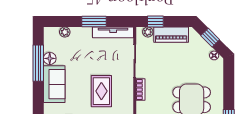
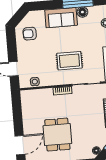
rug: (101, 91) -> (69, 61), moved

